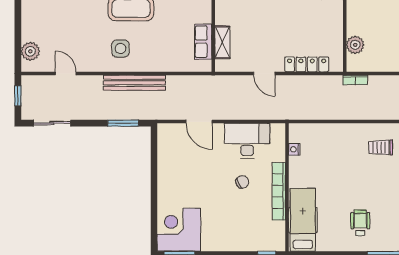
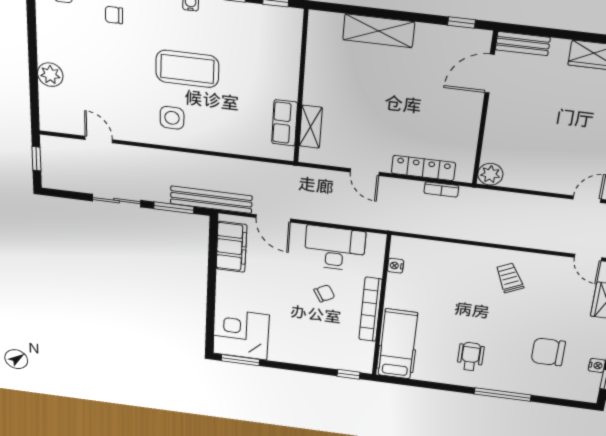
plant: (355, 45) -> (490, 174), moved
plant: (30, 51) -> (50, 75), moved
bookcase: (355, 80) -> (441, 189), moved
bench: (134, 83) -> (211, 200), moved
sliding door: (52, 123) -> (117, 201), moved
trolley: (381, 147) -> (509, 278), turned 64
filing cabinet: (168, 151) -> (231, 247), added

